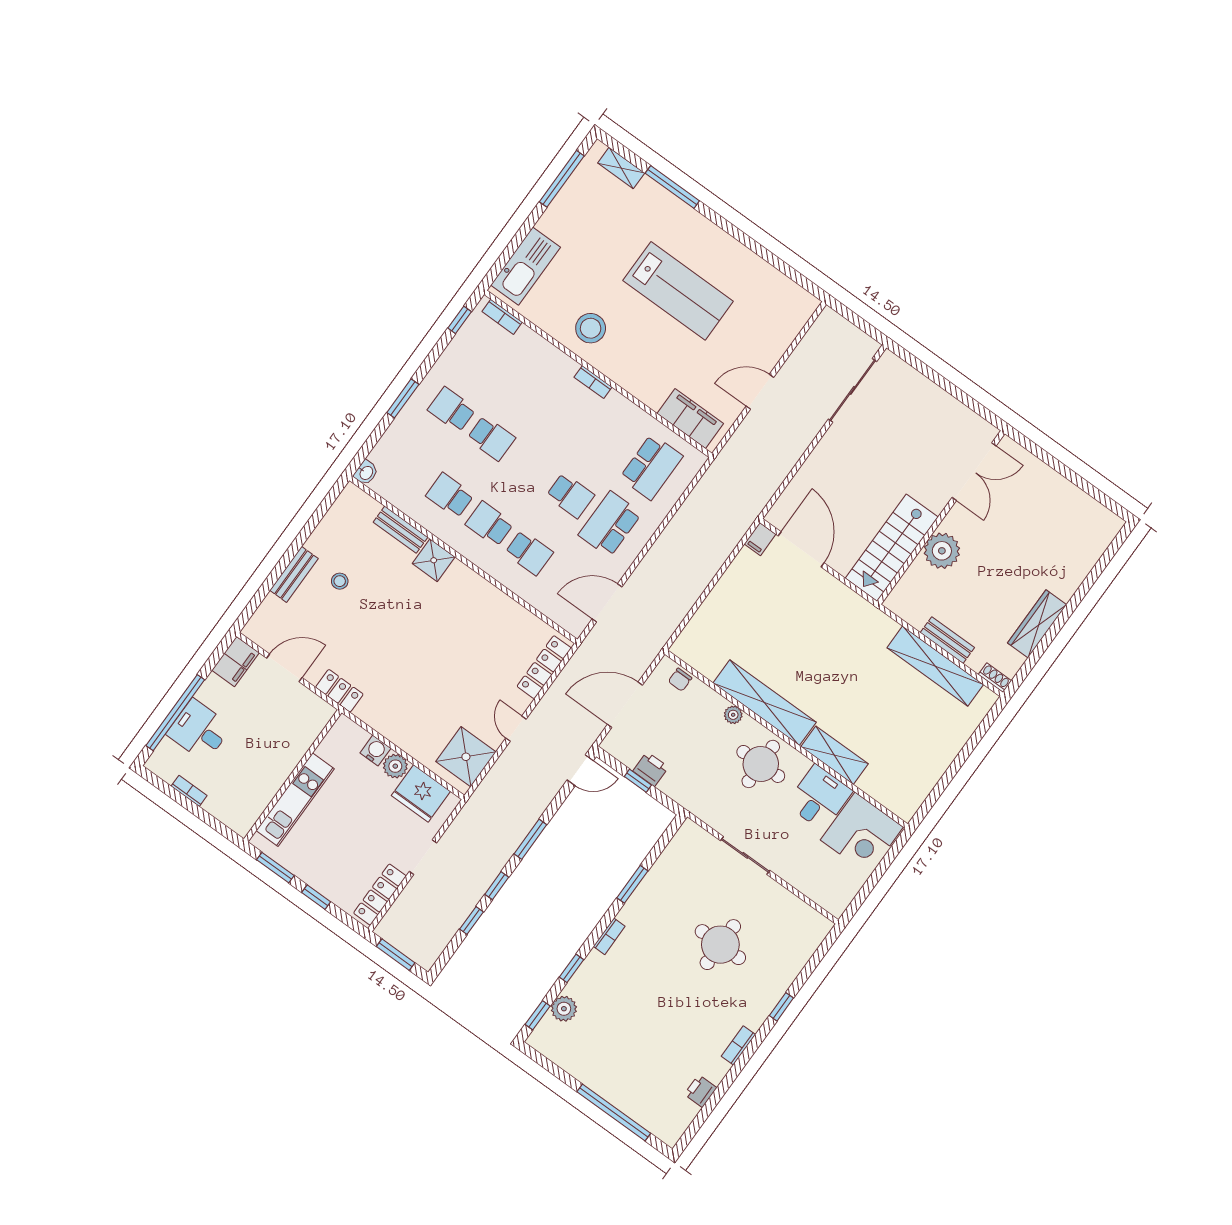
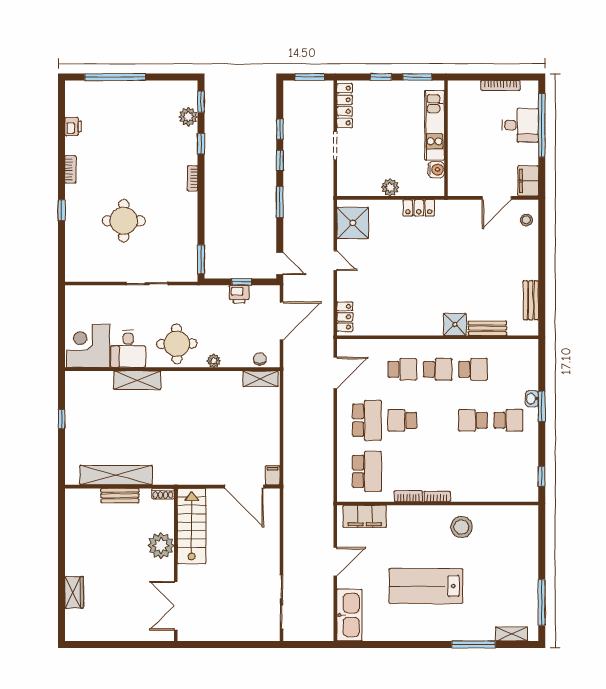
kitchen sink: (526, 266) -> (349, 615), moved, turned 180
bookcase: (502, 317) -> (408, 496), moved
school desk: (651, 467) -> (367, 471), turned 180
washbasin: (366, 473) -> (532, 399), moved
school desk: (529, 553) -> (402, 369), turned 180
bench: (294, 574) -> (531, 300), moved
stool: (340, 581) -> (526, 220), moved
wardrobe: (1037, 624) -> (74, 592), moved, width x0.67
locker: (544, 667) -> (345, 317), width x0.66
shoe rack: (995, 678) -> (163, 494), moved
locker: (339, 691) -> (419, 208), moved
shelving: (765, 703) -> (260, 379), moved, width x0.45, depth x0.75
water cooler: (375, 751) -> (436, 170), moved, turned -90
door: (580, 770) -> (280, 264), swing flipped
window: (951, 773) -> (62, 419), added
bookcase: (189, 791) -> (500, 85), width x1.56
fridge: (421, 793) -> (363, 182), removed
window: (632, 884) -> (201, 259), moved

